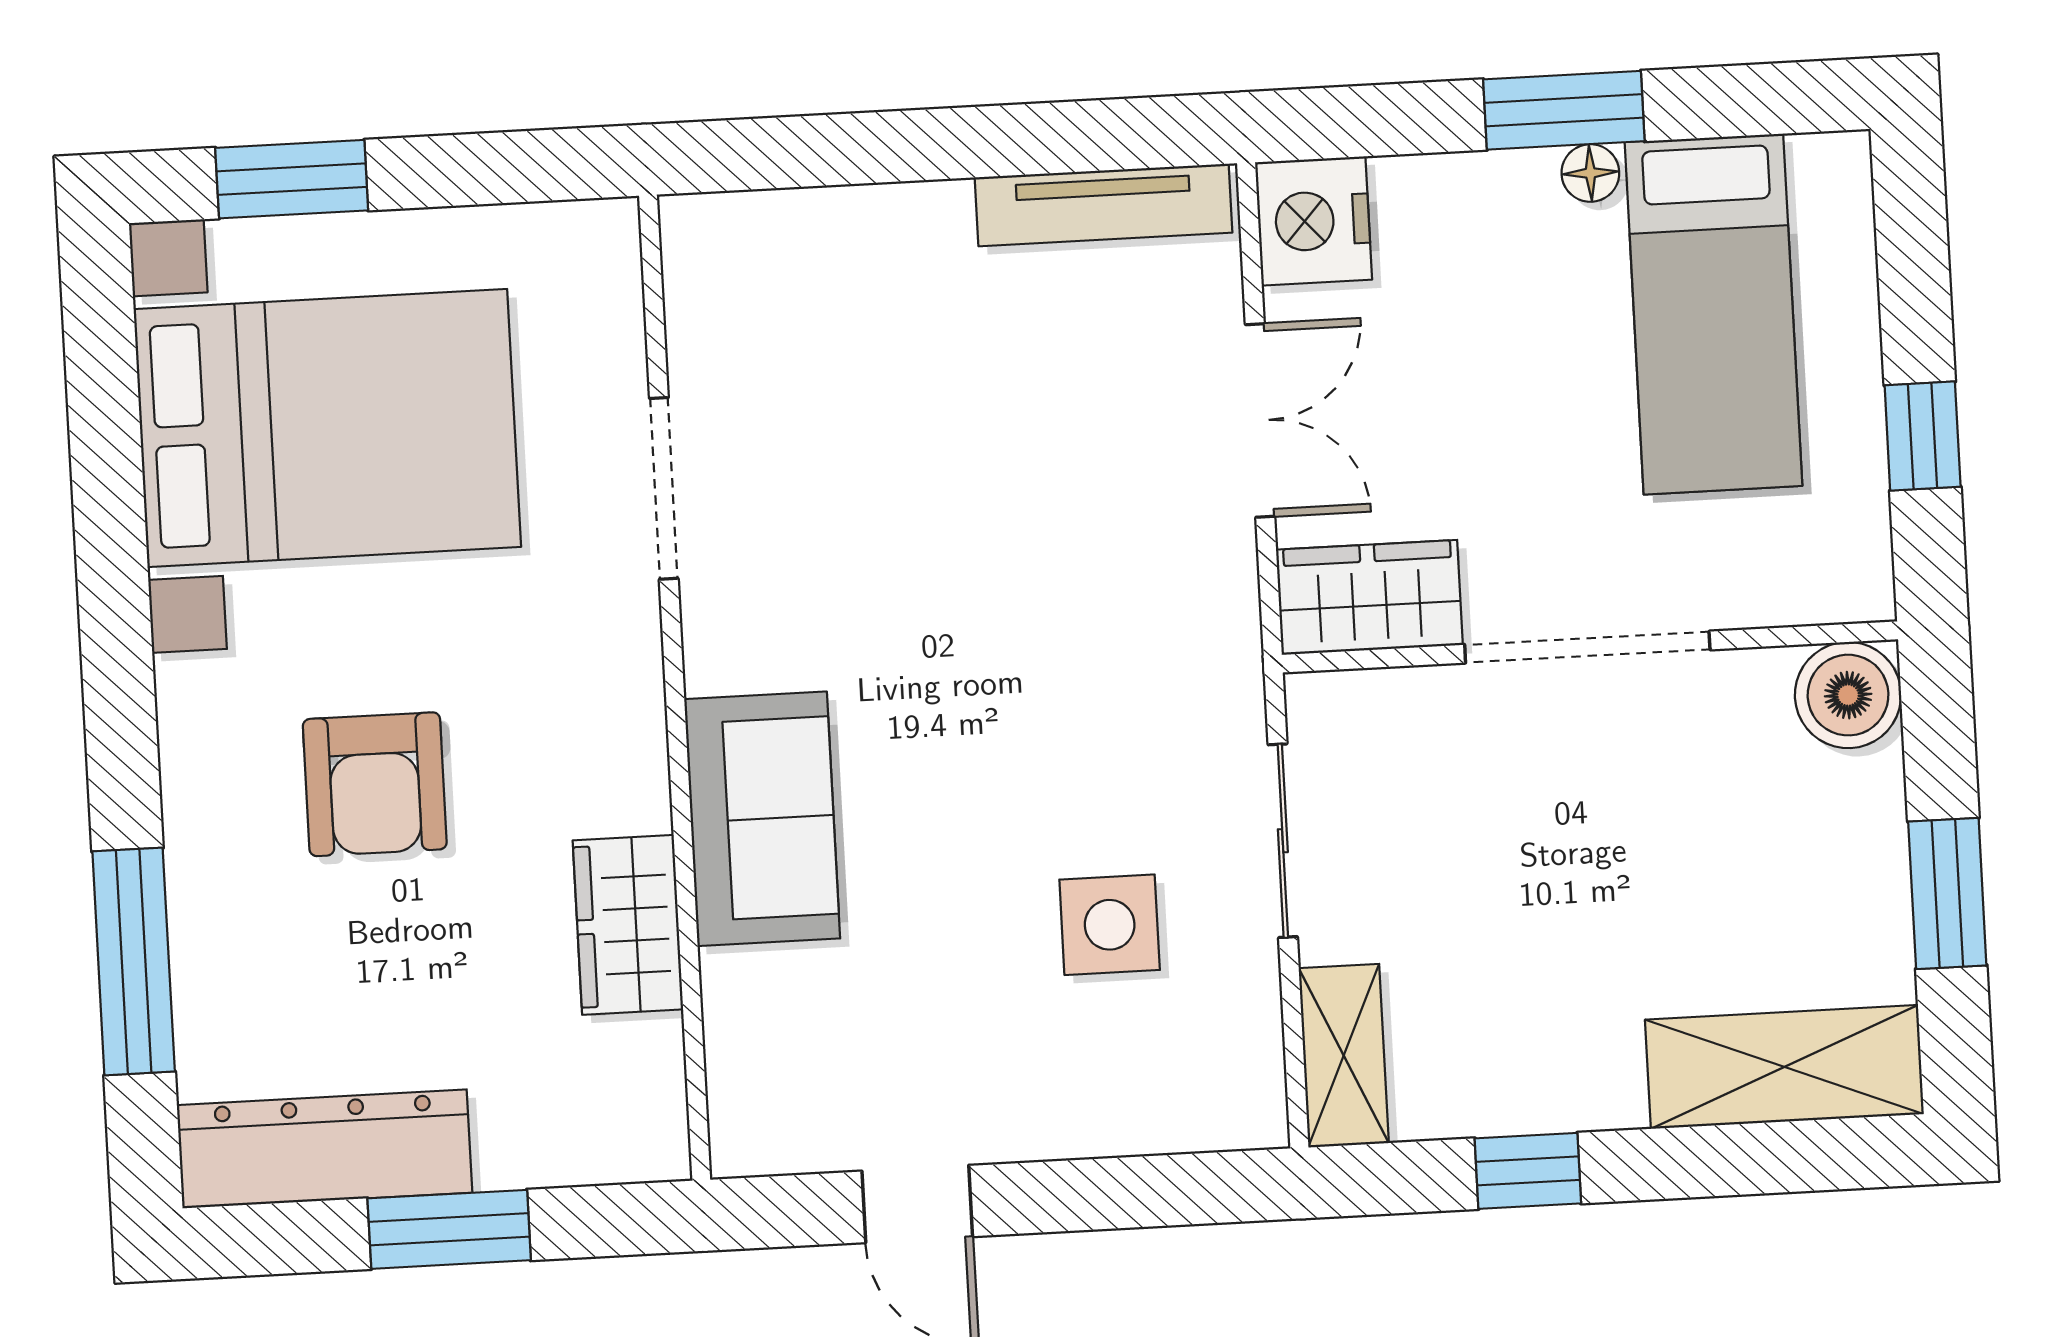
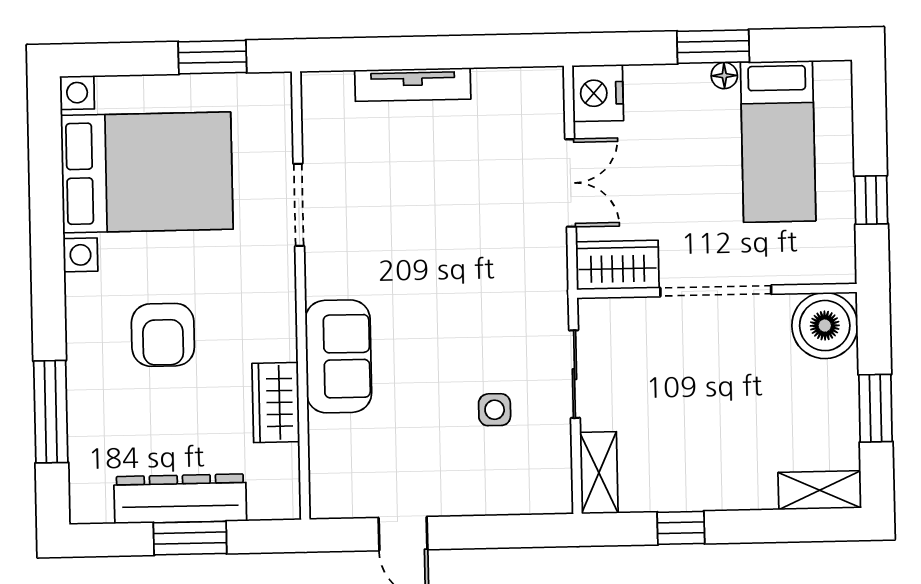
window: (292, 179) -> (212, 57), moved
tv unit: (1104, 205) -> (413, 85), moved
boiler: (1848, 695) -> (825, 326), width x1.37, depth x1.37
side table: (1110, 925) -> (495, 410), width x0.73, depth x0.73
shelving: (1784, 1067) -> (820, 490), width x0.67, depth x0.75
dresser: (324, 1149) -> (180, 499), moved

